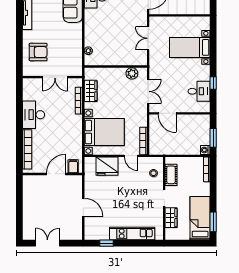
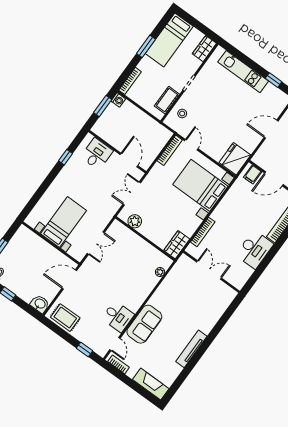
bed with nightstands: (190, 47) -> (64, 222), moved, turned -90
armchair: (38, 52) -> (208, 305), removed
wardrobe: (91, 91) -> (177, 245), moved
desk: (199, 91) -> (97, 154), moved, turned 90
fridge: (107, 166) -> (235, 159), moved, turned -90
door: (83, 207) -> (271, 129), hinge flipped
wardrobe: (171, 218) -> (204, 49), moved
window: (213, 222) -> (146, 46), moved

